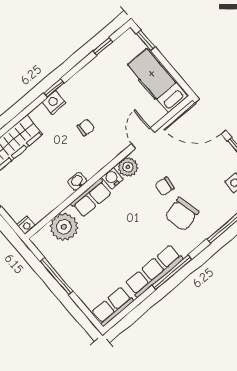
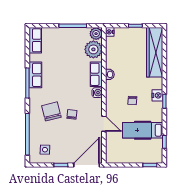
hospital bed: (158, 81) -> (143, 130), moved, turned 180
plant: (128, 167) -> (96, 34), moved
row of seats: (154, 271) -> (35, 75), width x0.68

